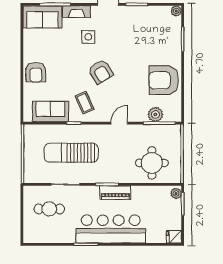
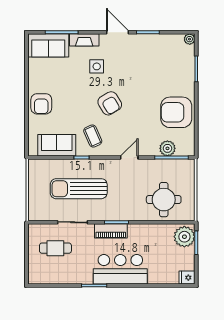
piano: (115, 193) -> (111, 231), moved
plant: (176, 193) -> (184, 237), width x1.88, depth x1.88
bar counter: (111, 229) -> (120, 269), width x0.73

